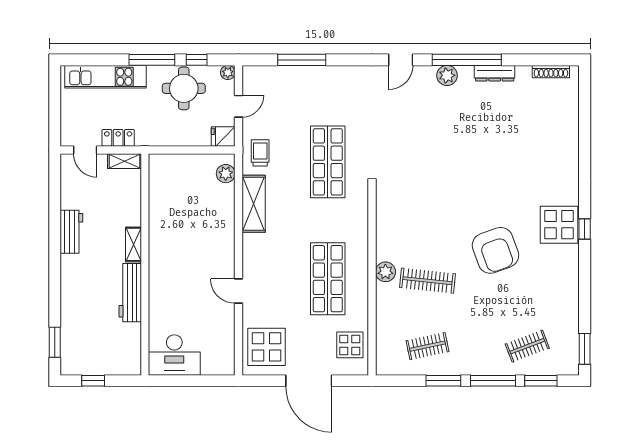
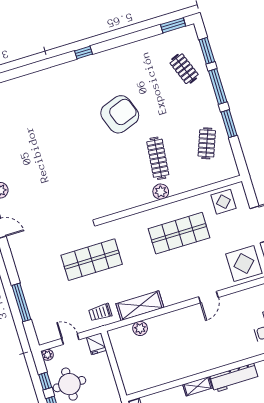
plant: (226, 174) -> (140, 328), moved
display table: (559, 225) -> (86, 73), removed
clothes rail: (427, 346) -> (207, 143), turned 33

